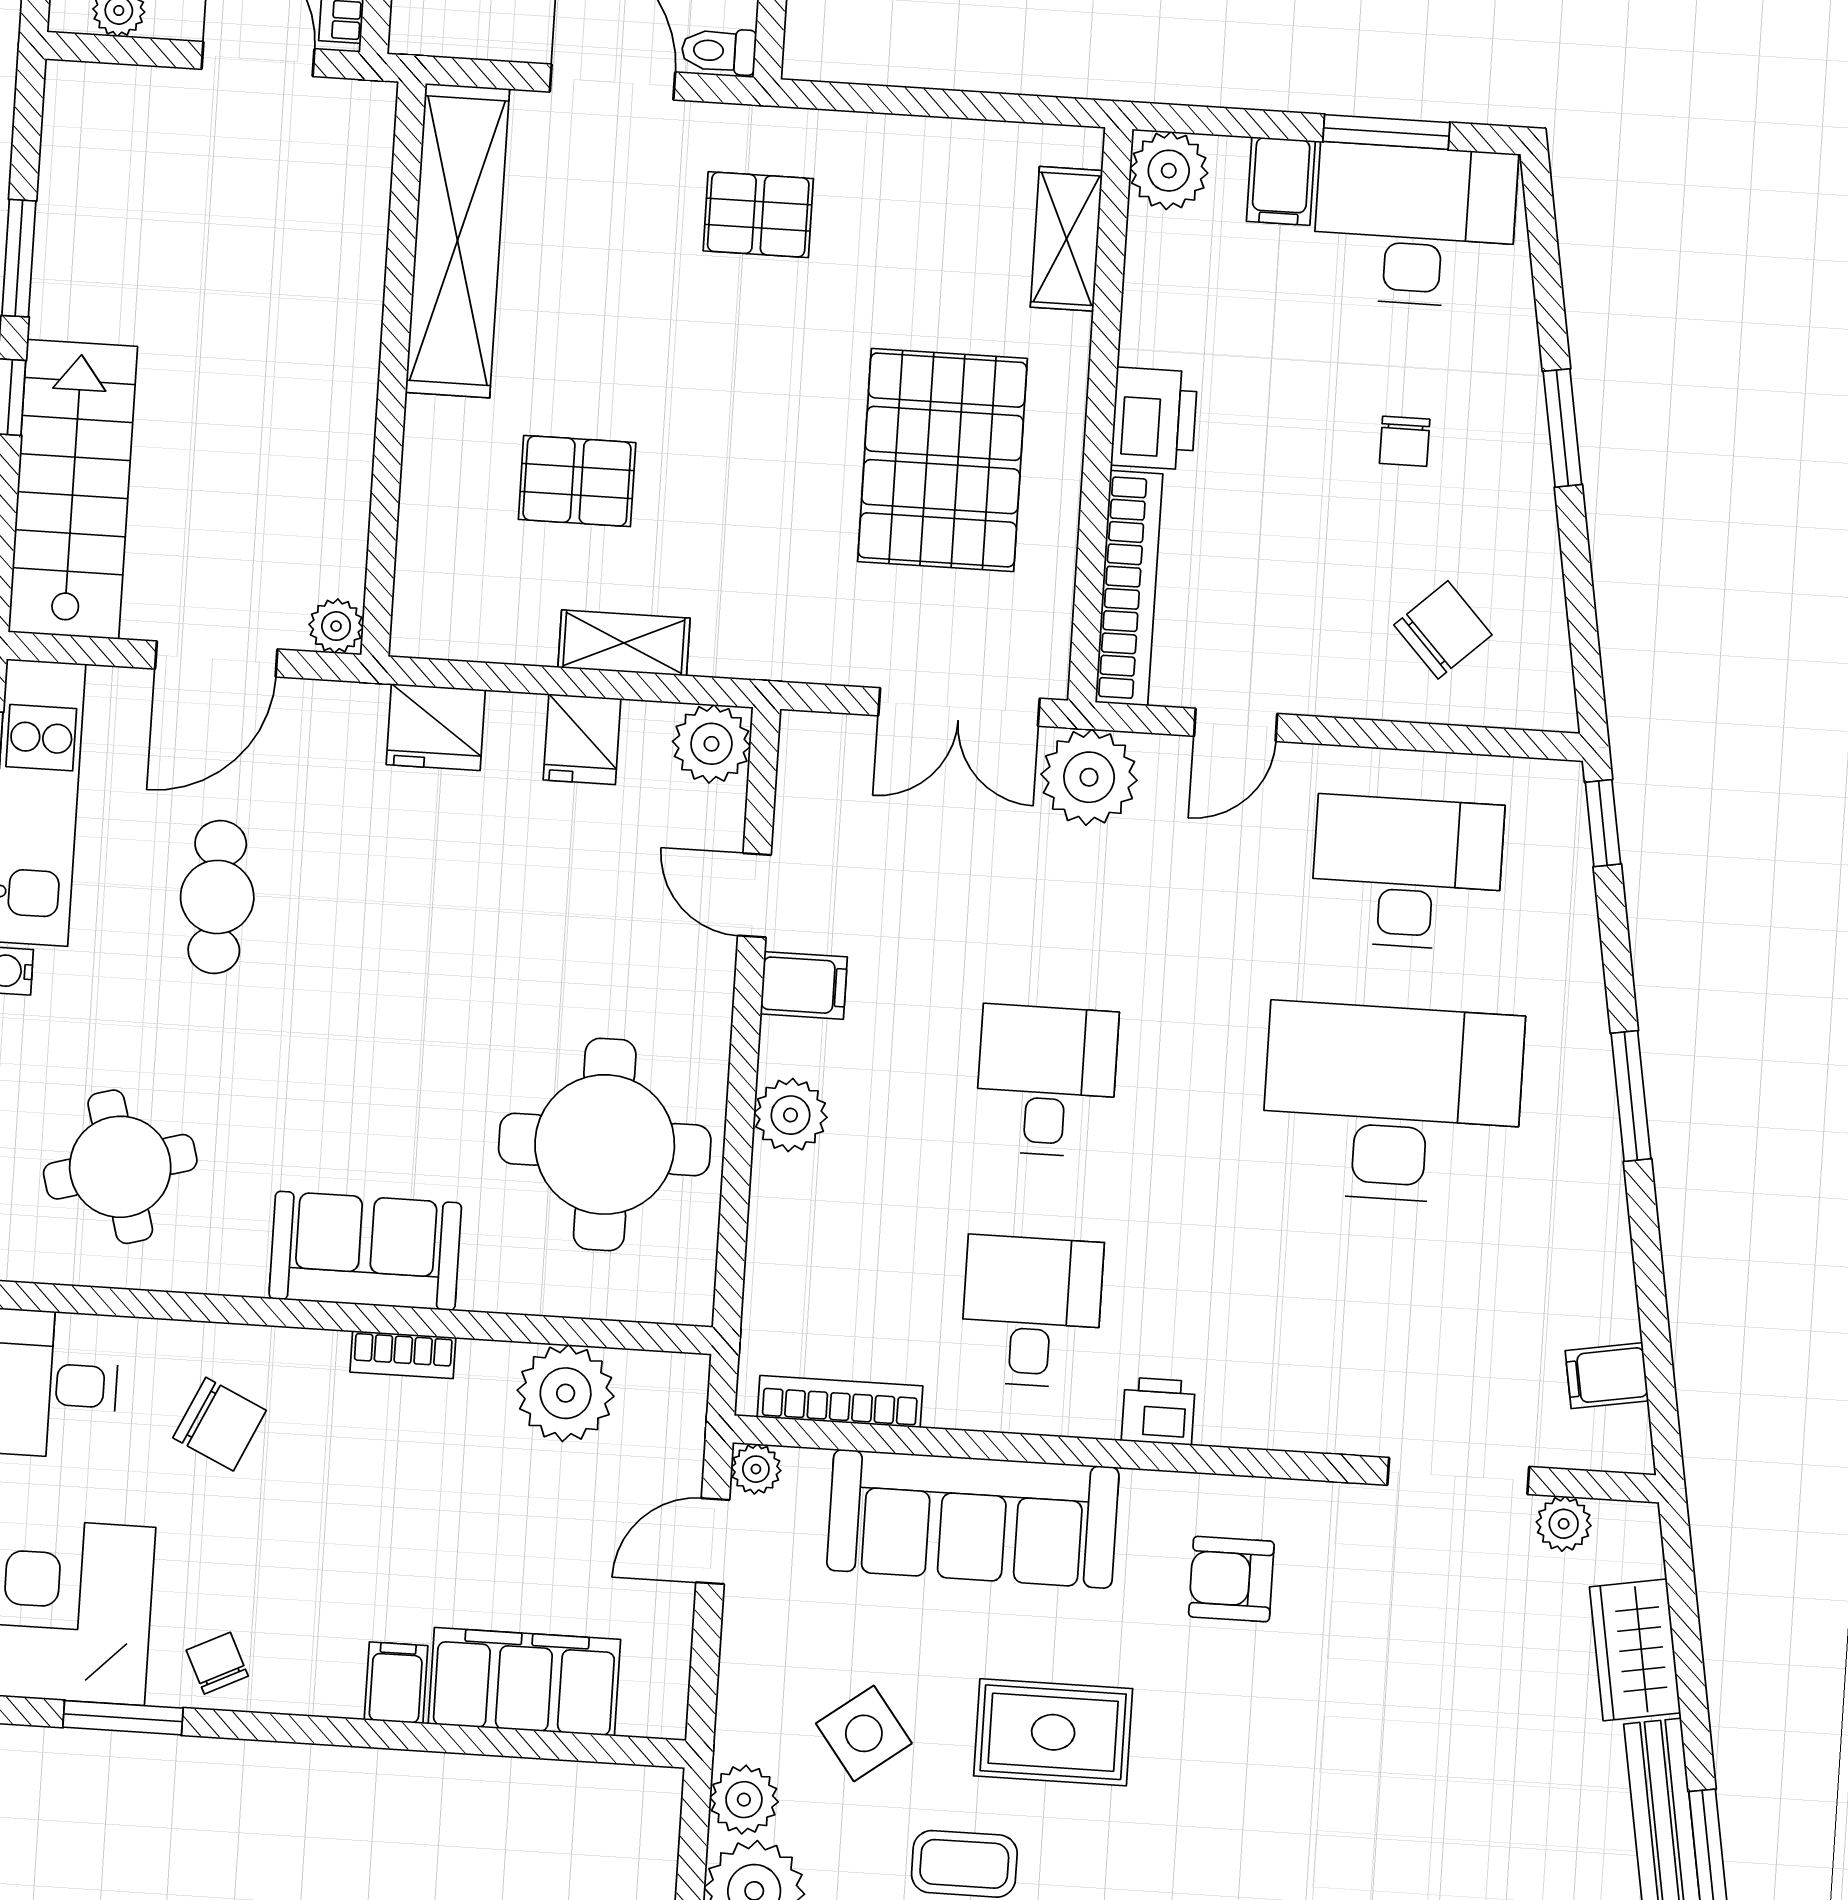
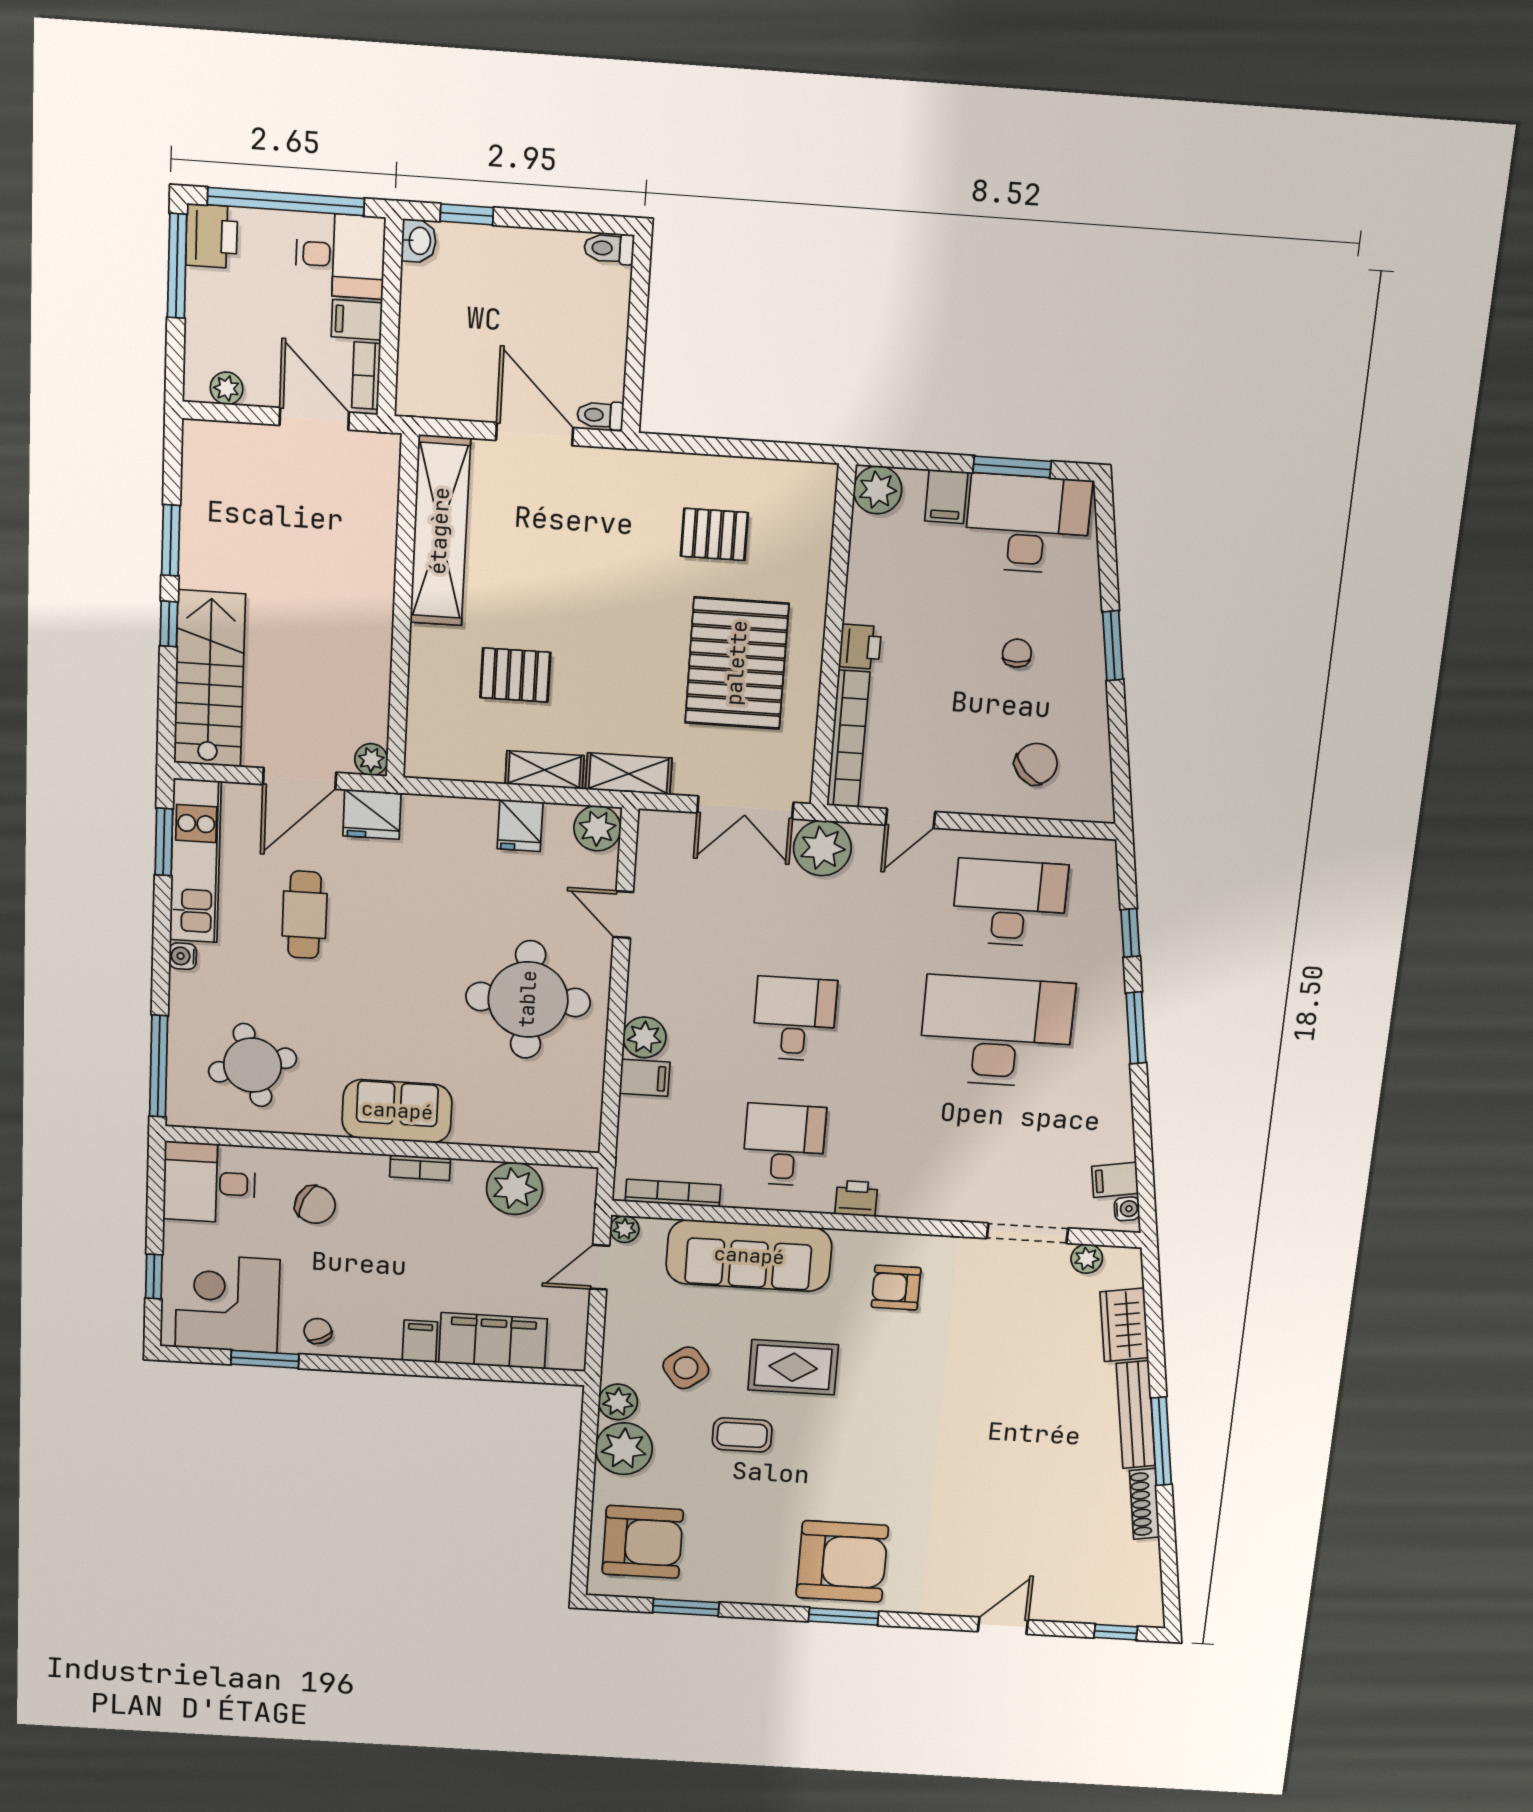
pallet: (758, 215) -> (714, 534), moved
shelving: (1066, 239) -> (629, 774), moved, turned 90
printer: (1154, 419) -> (860, 647), width x0.73, depth x0.81
chair: (1405, 441) -> (1017, 653), turned 180
fridge: (436, 727) -> (372, 814), moved
window: (1603, 823) -> (1130, 933), moved
filing cabinet: (804, 985) -> (645, 1078), moved
round table: (605, 1144) -> (528, 999), moved
water cooler: (1630, 1430) -> (1127, 1209), added

